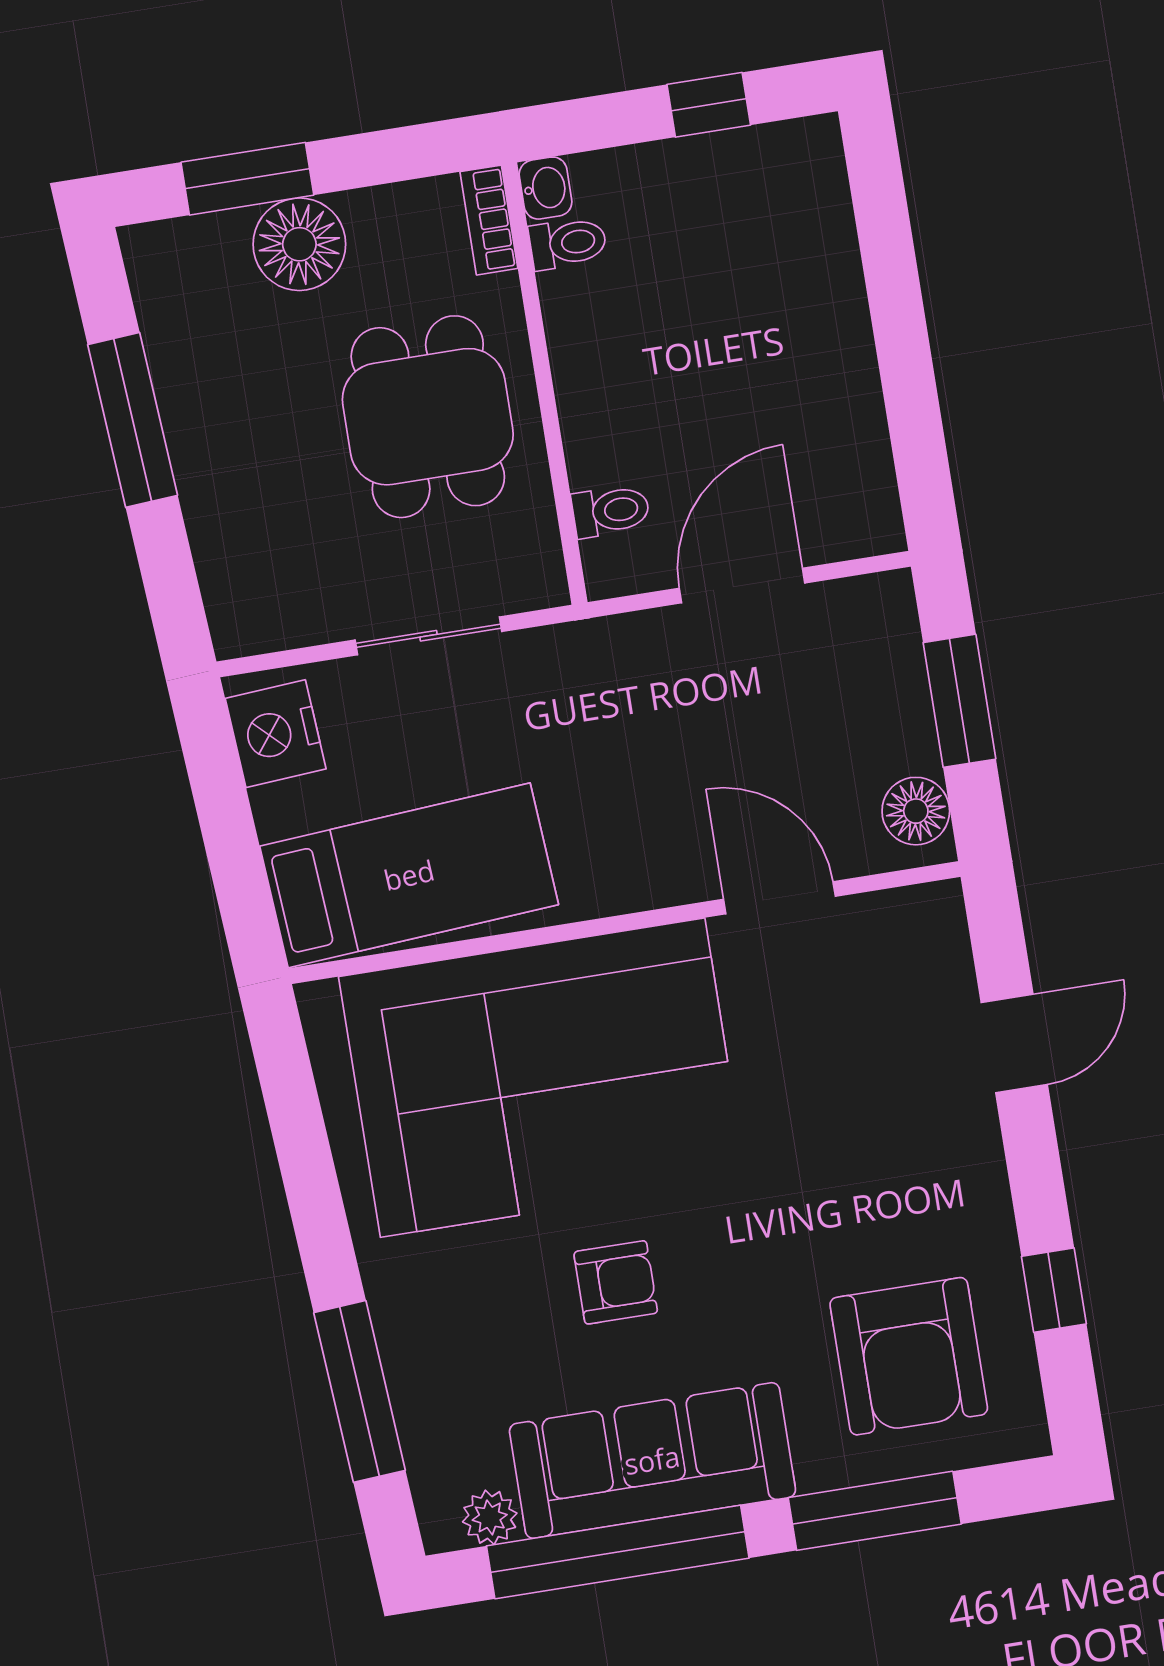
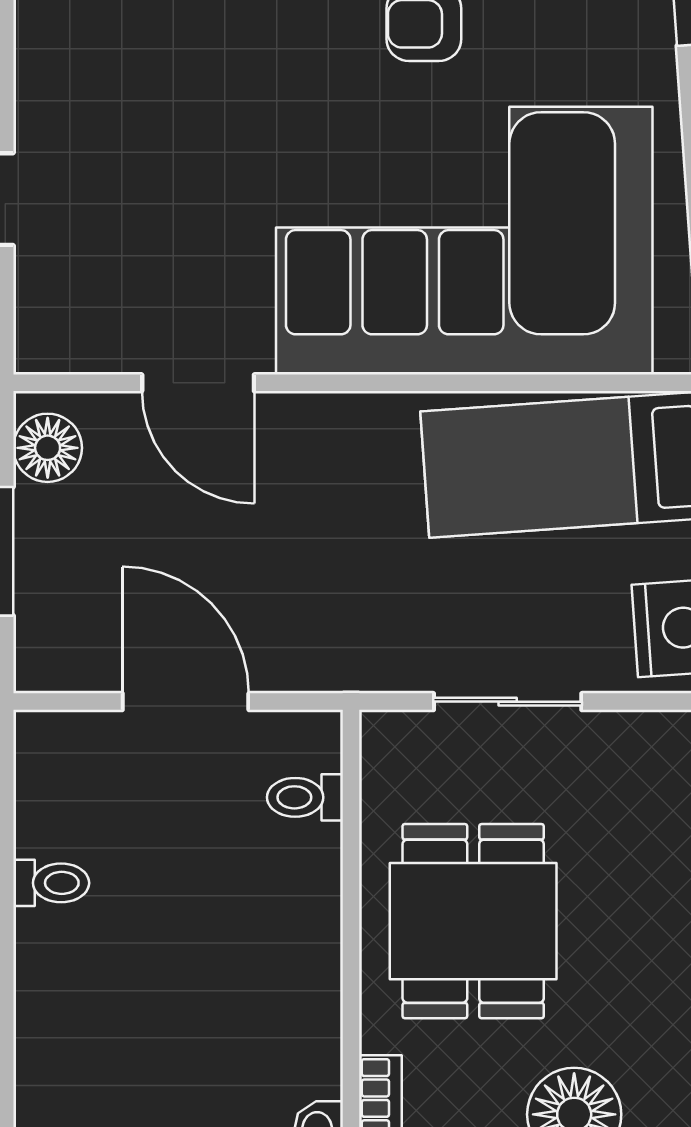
toilet: (568, 243) -> (51, 883), moved, turned 180
door: (742, 586) -> (186, 702), swing flipped

